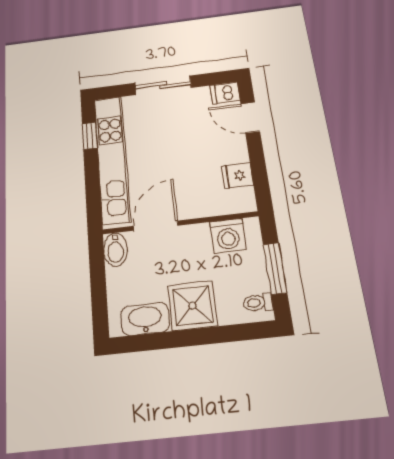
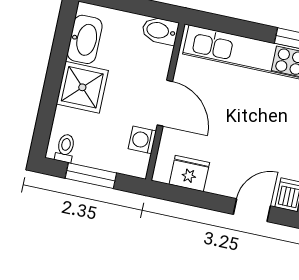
fridge: (237, 176) -> (189, 173), width x1.38
door: (156, 226) -> (165, 103), moved
washing machine: (228, 236) -> (142, 140), width x0.73, depth x0.73

